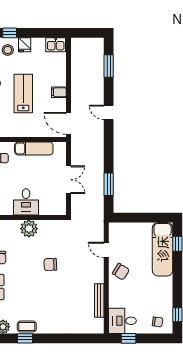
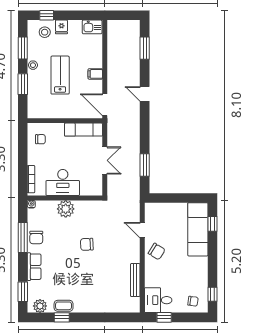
exam couch: (34, 148) -> (84, 130), moved
desk: (26, 202) -> (63, 182), width x1.37

